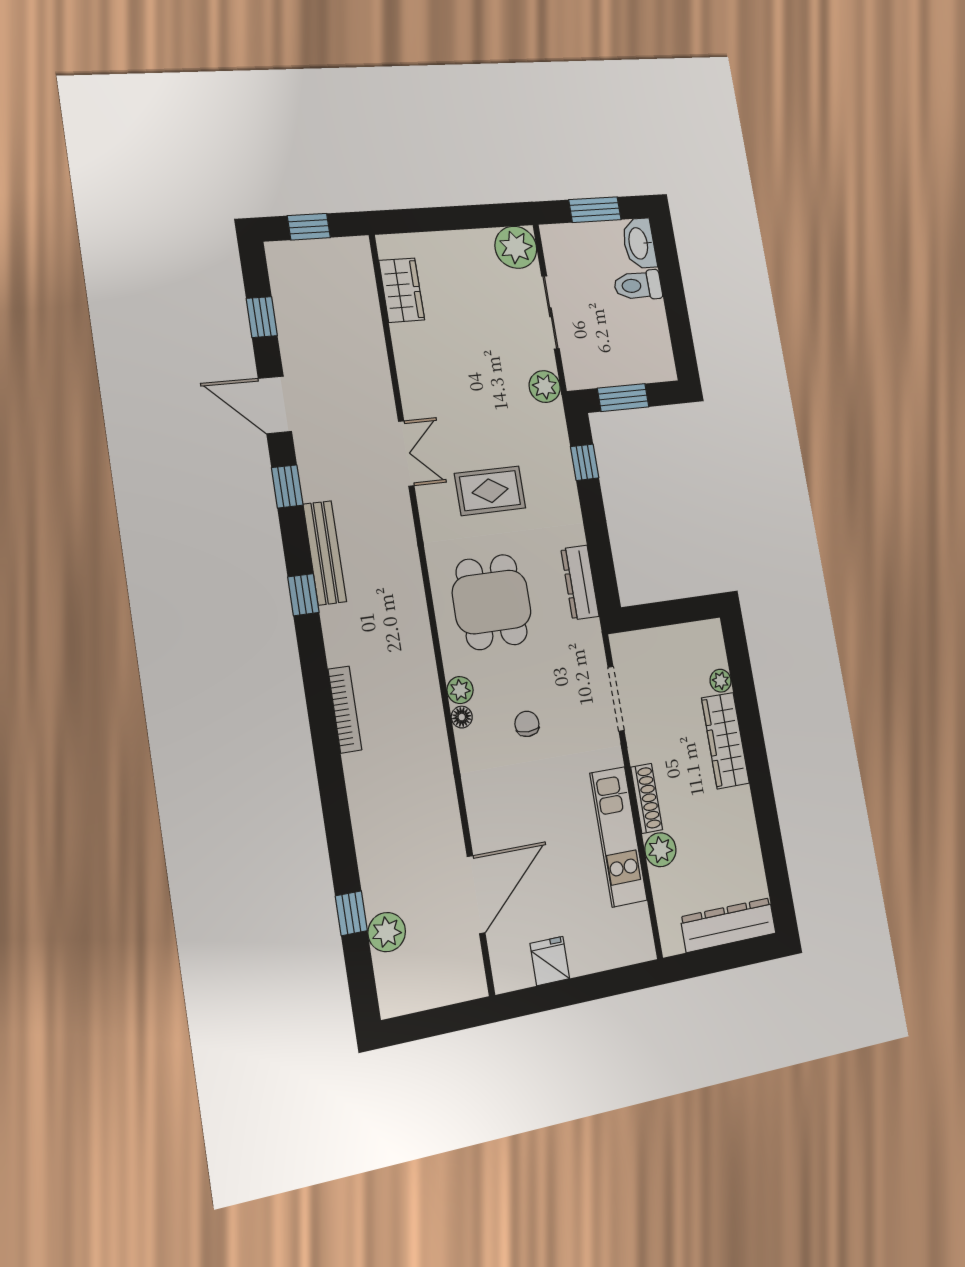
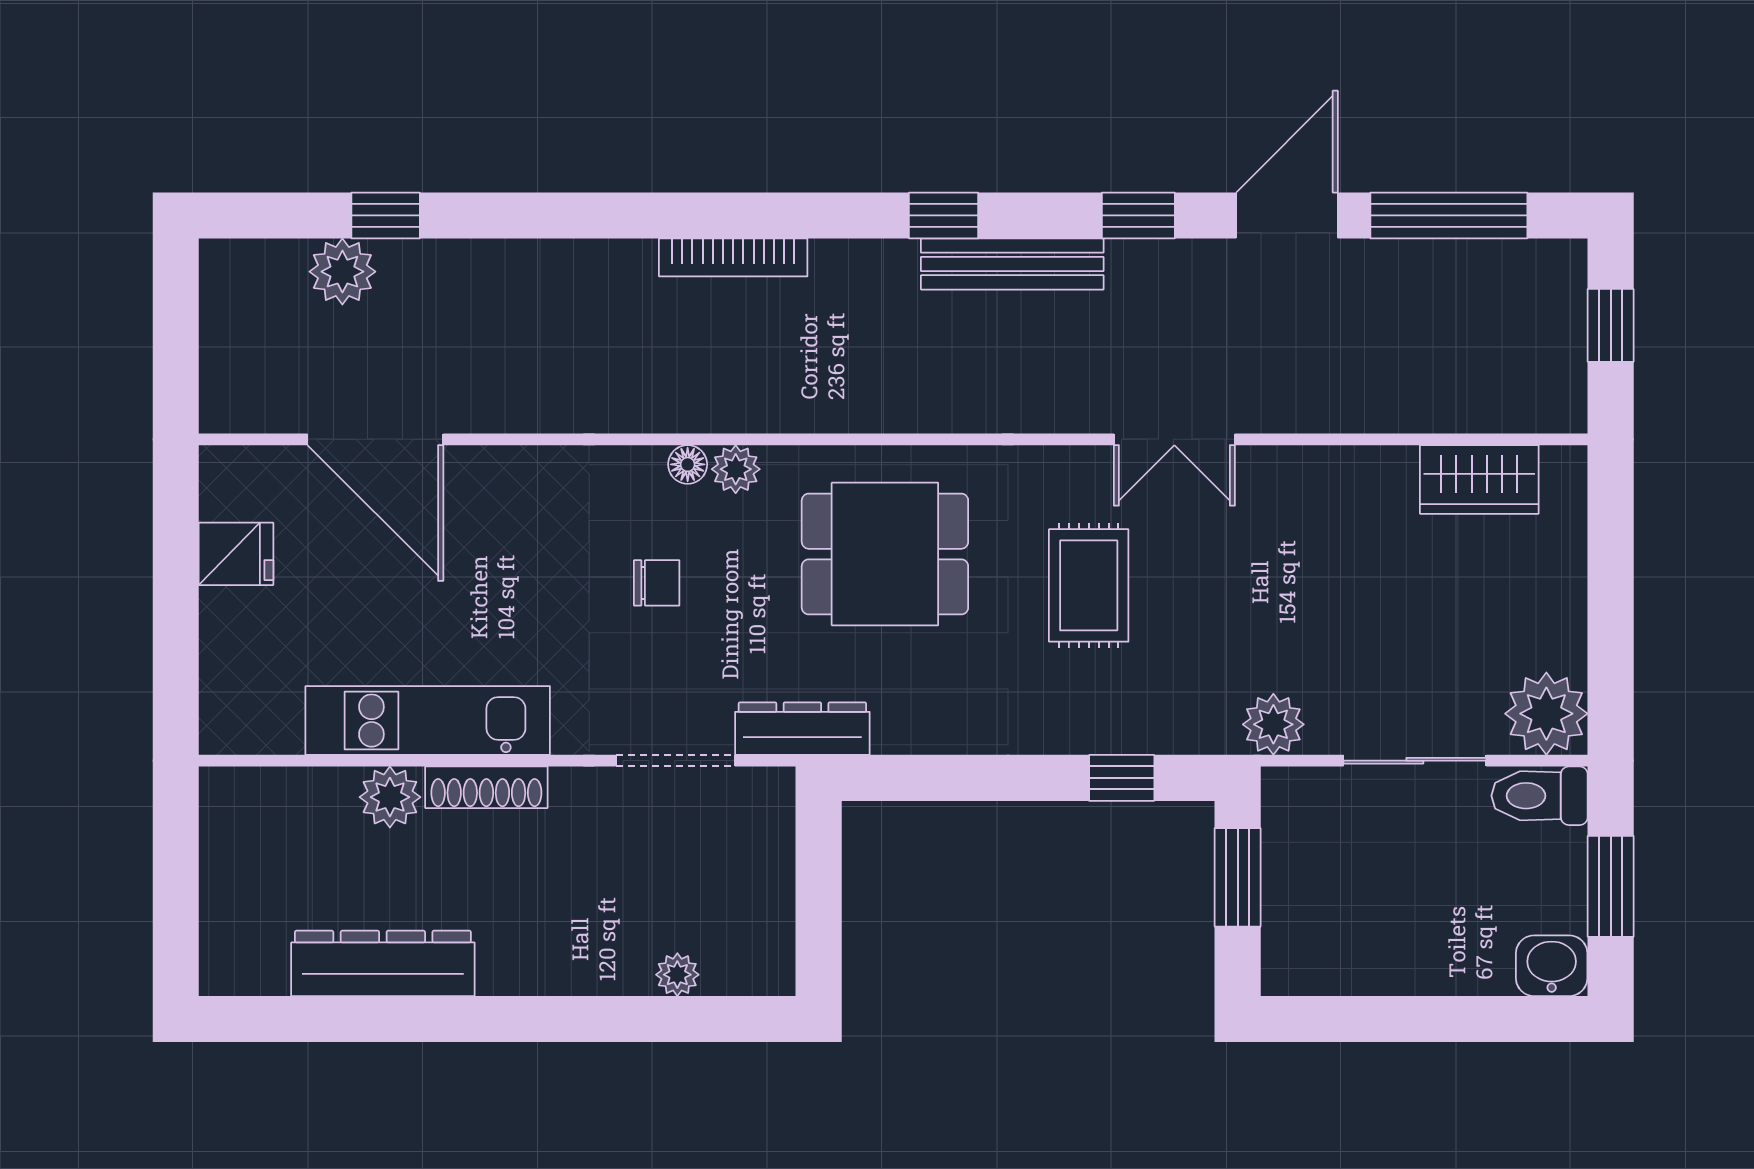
washbasin: (639, 243) -> (1552, 966), width x0.72
toilet: (638, 285) -> (1539, 796), moved, turned -90
window: (262, 317) -> (1449, 215), width x2.17
dresser: (580, 582) -> (802, 729), moved
wardrobe: (725, 741) -> (565, 963), removed
dresser: (728, 925) -> (383, 963), moved, turned -90

